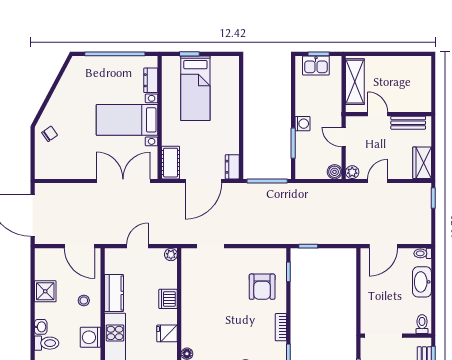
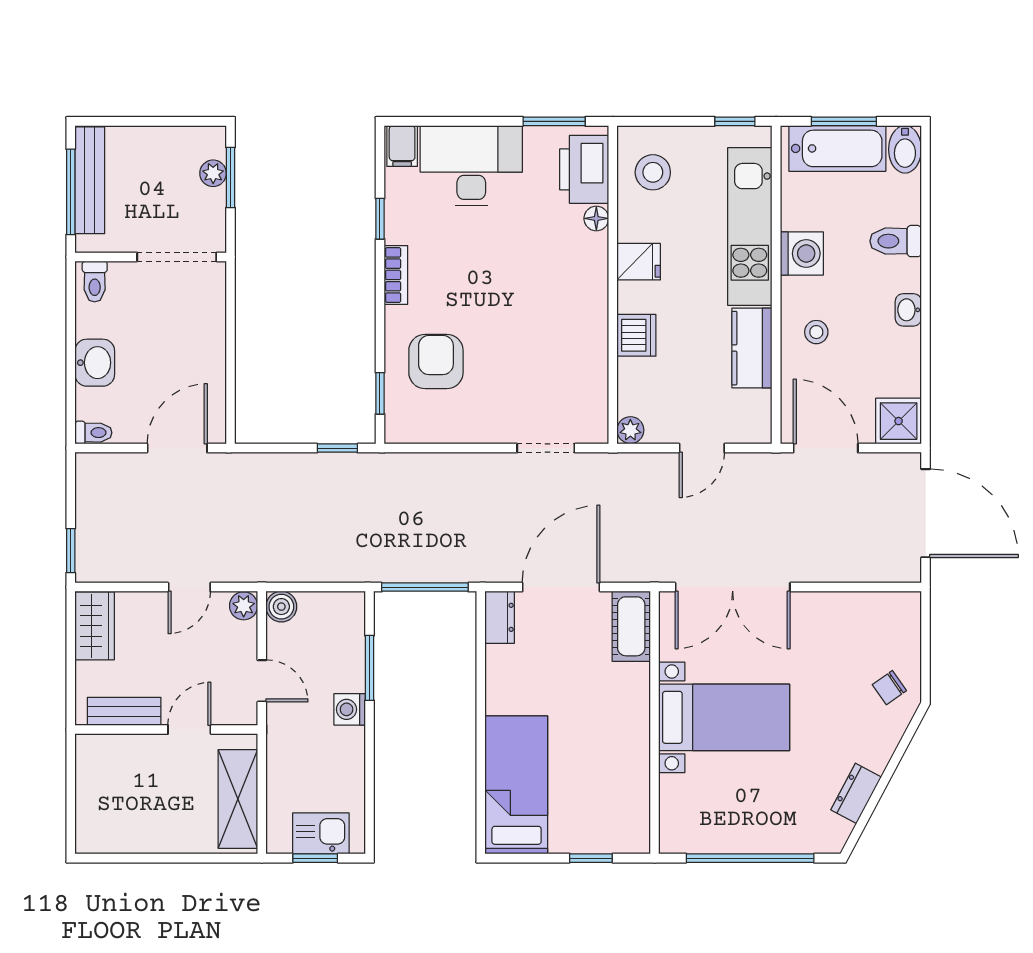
dresser: (151, 80) -> (856, 793), moved, turned -152
bed: (195, 88) -> (517, 785), moved
door: (378, 114) -> (189, 730), swing flipped
washbasin: (422, 282) -> (95, 363), width x0.72
shower: (45, 291) -> (899, 421), moved
washbasin: (41, 327) -> (908, 310), moved

